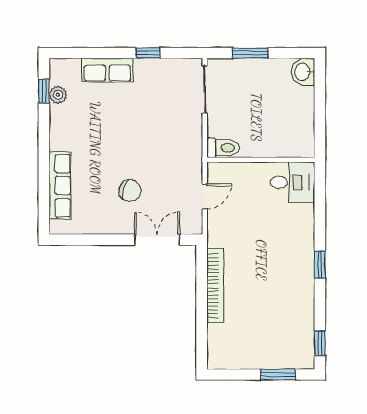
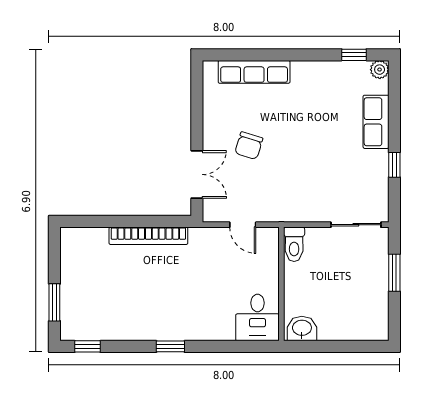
washbasin: (303, 72) -> (302, 328), moved
plant: (58, 95) -> (380, 70), moved

